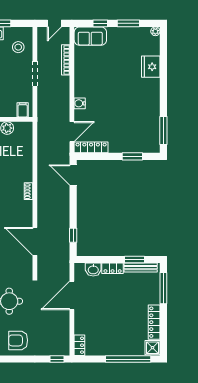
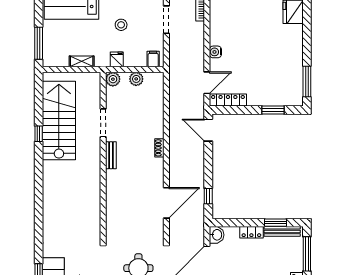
door: (35, 241) -> (166, 203), swing flipped
washbasin: (93, 270) -> (217, 235), moved, turned -90

